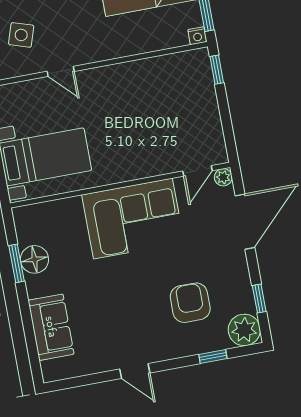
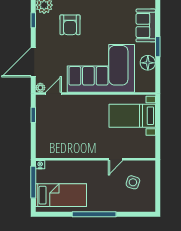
window: (217, 70) -> (33, 115), moved
door: (61, 71) -> (116, 159), swing flipped
corner sofa: (133, 219) -> (101, 68), width x1.36, depth x1.36
window: (16, 263) -> (158, 47), moved

